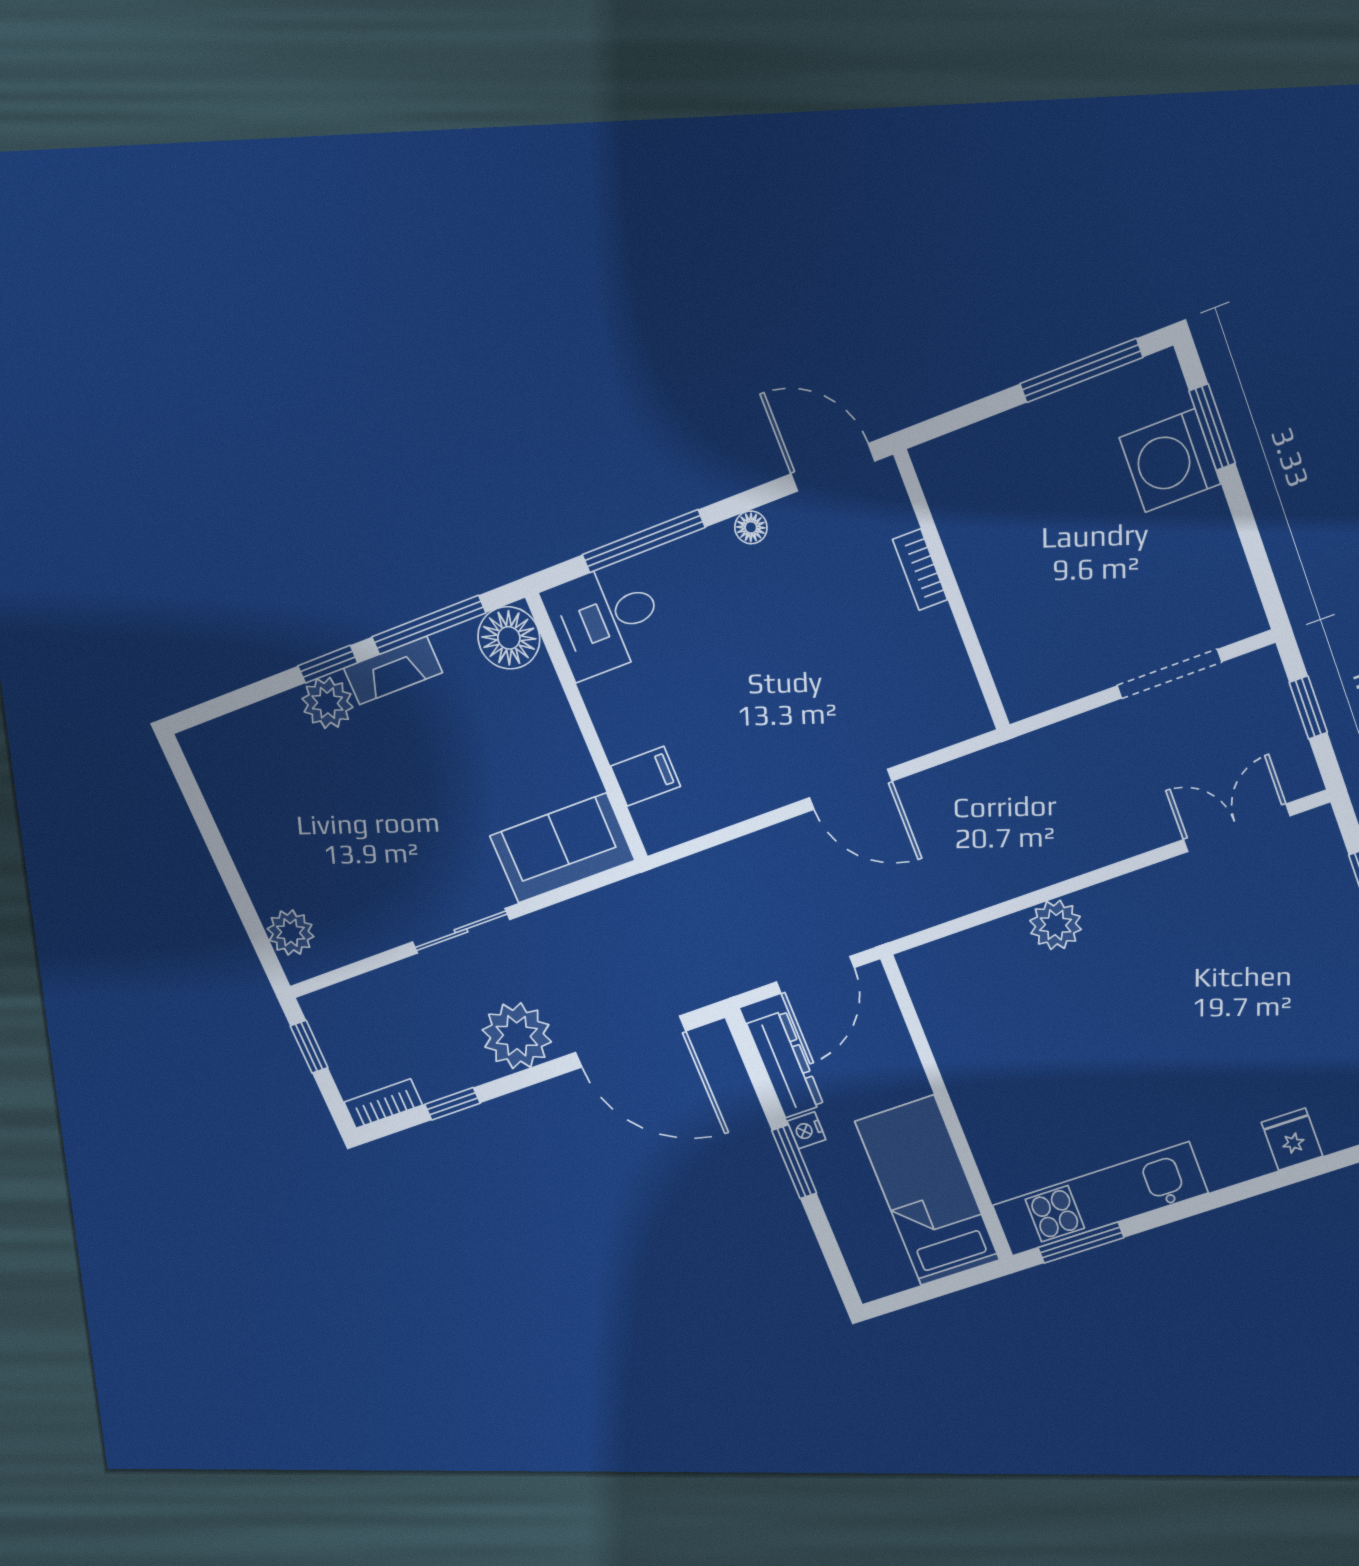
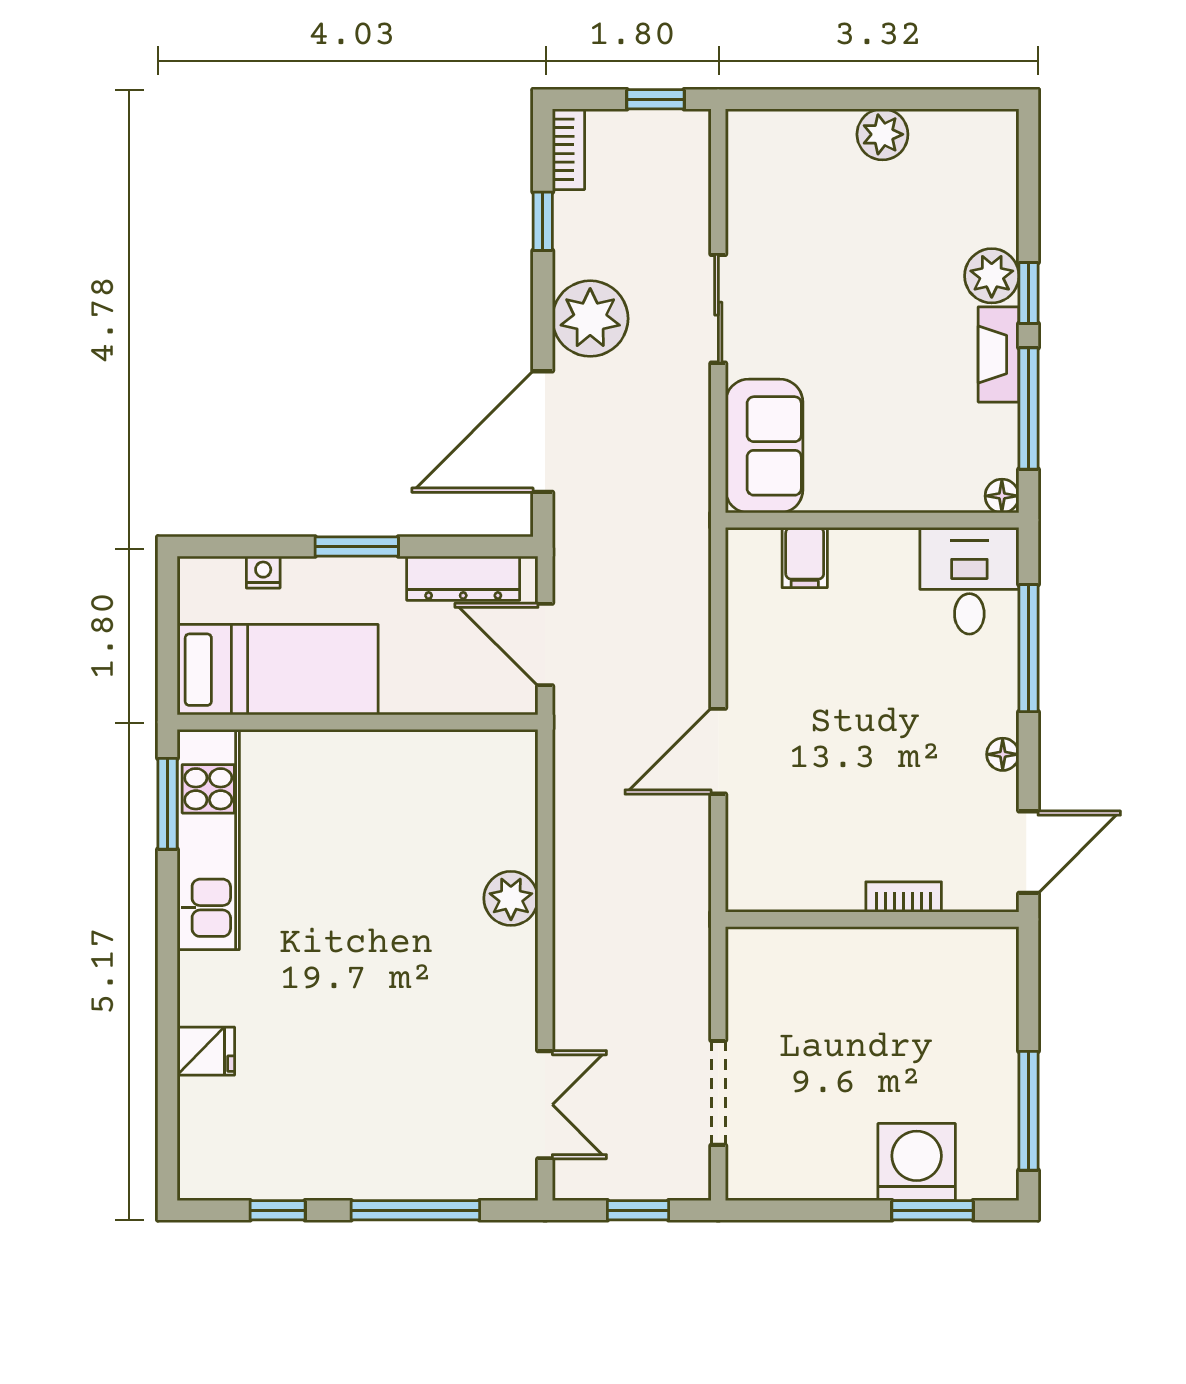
floor lamp: (509, 638) -> (1002, 496), width x0.53, depth x0.53
plant: (291, 933) -> (882, 134), moved
nightstand: (806, 1130) -> (263, 572), moved

